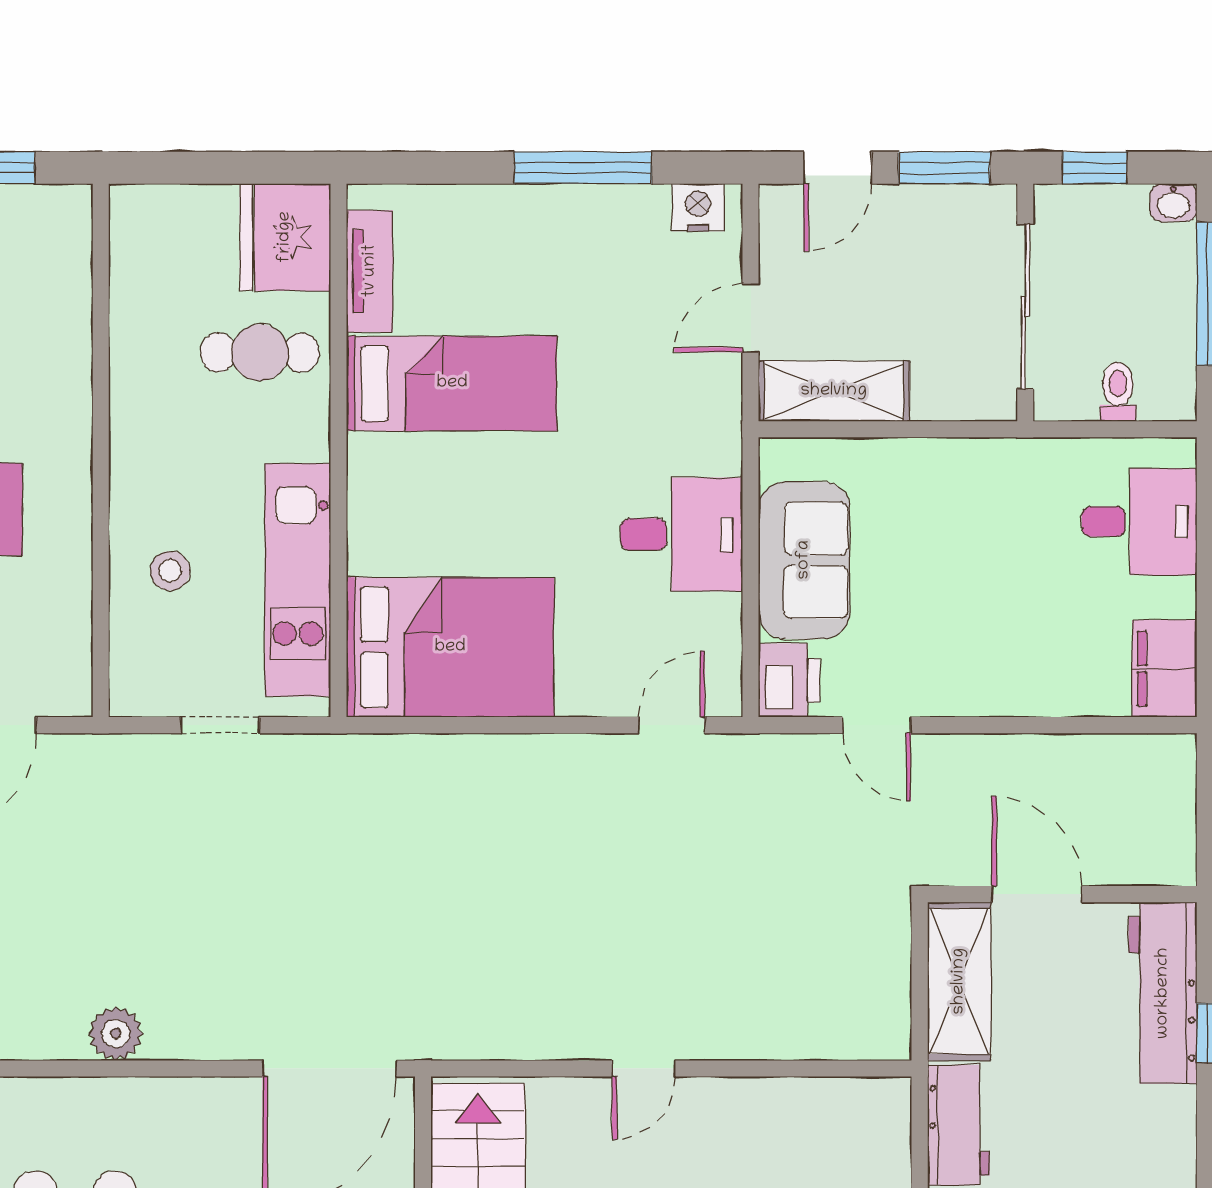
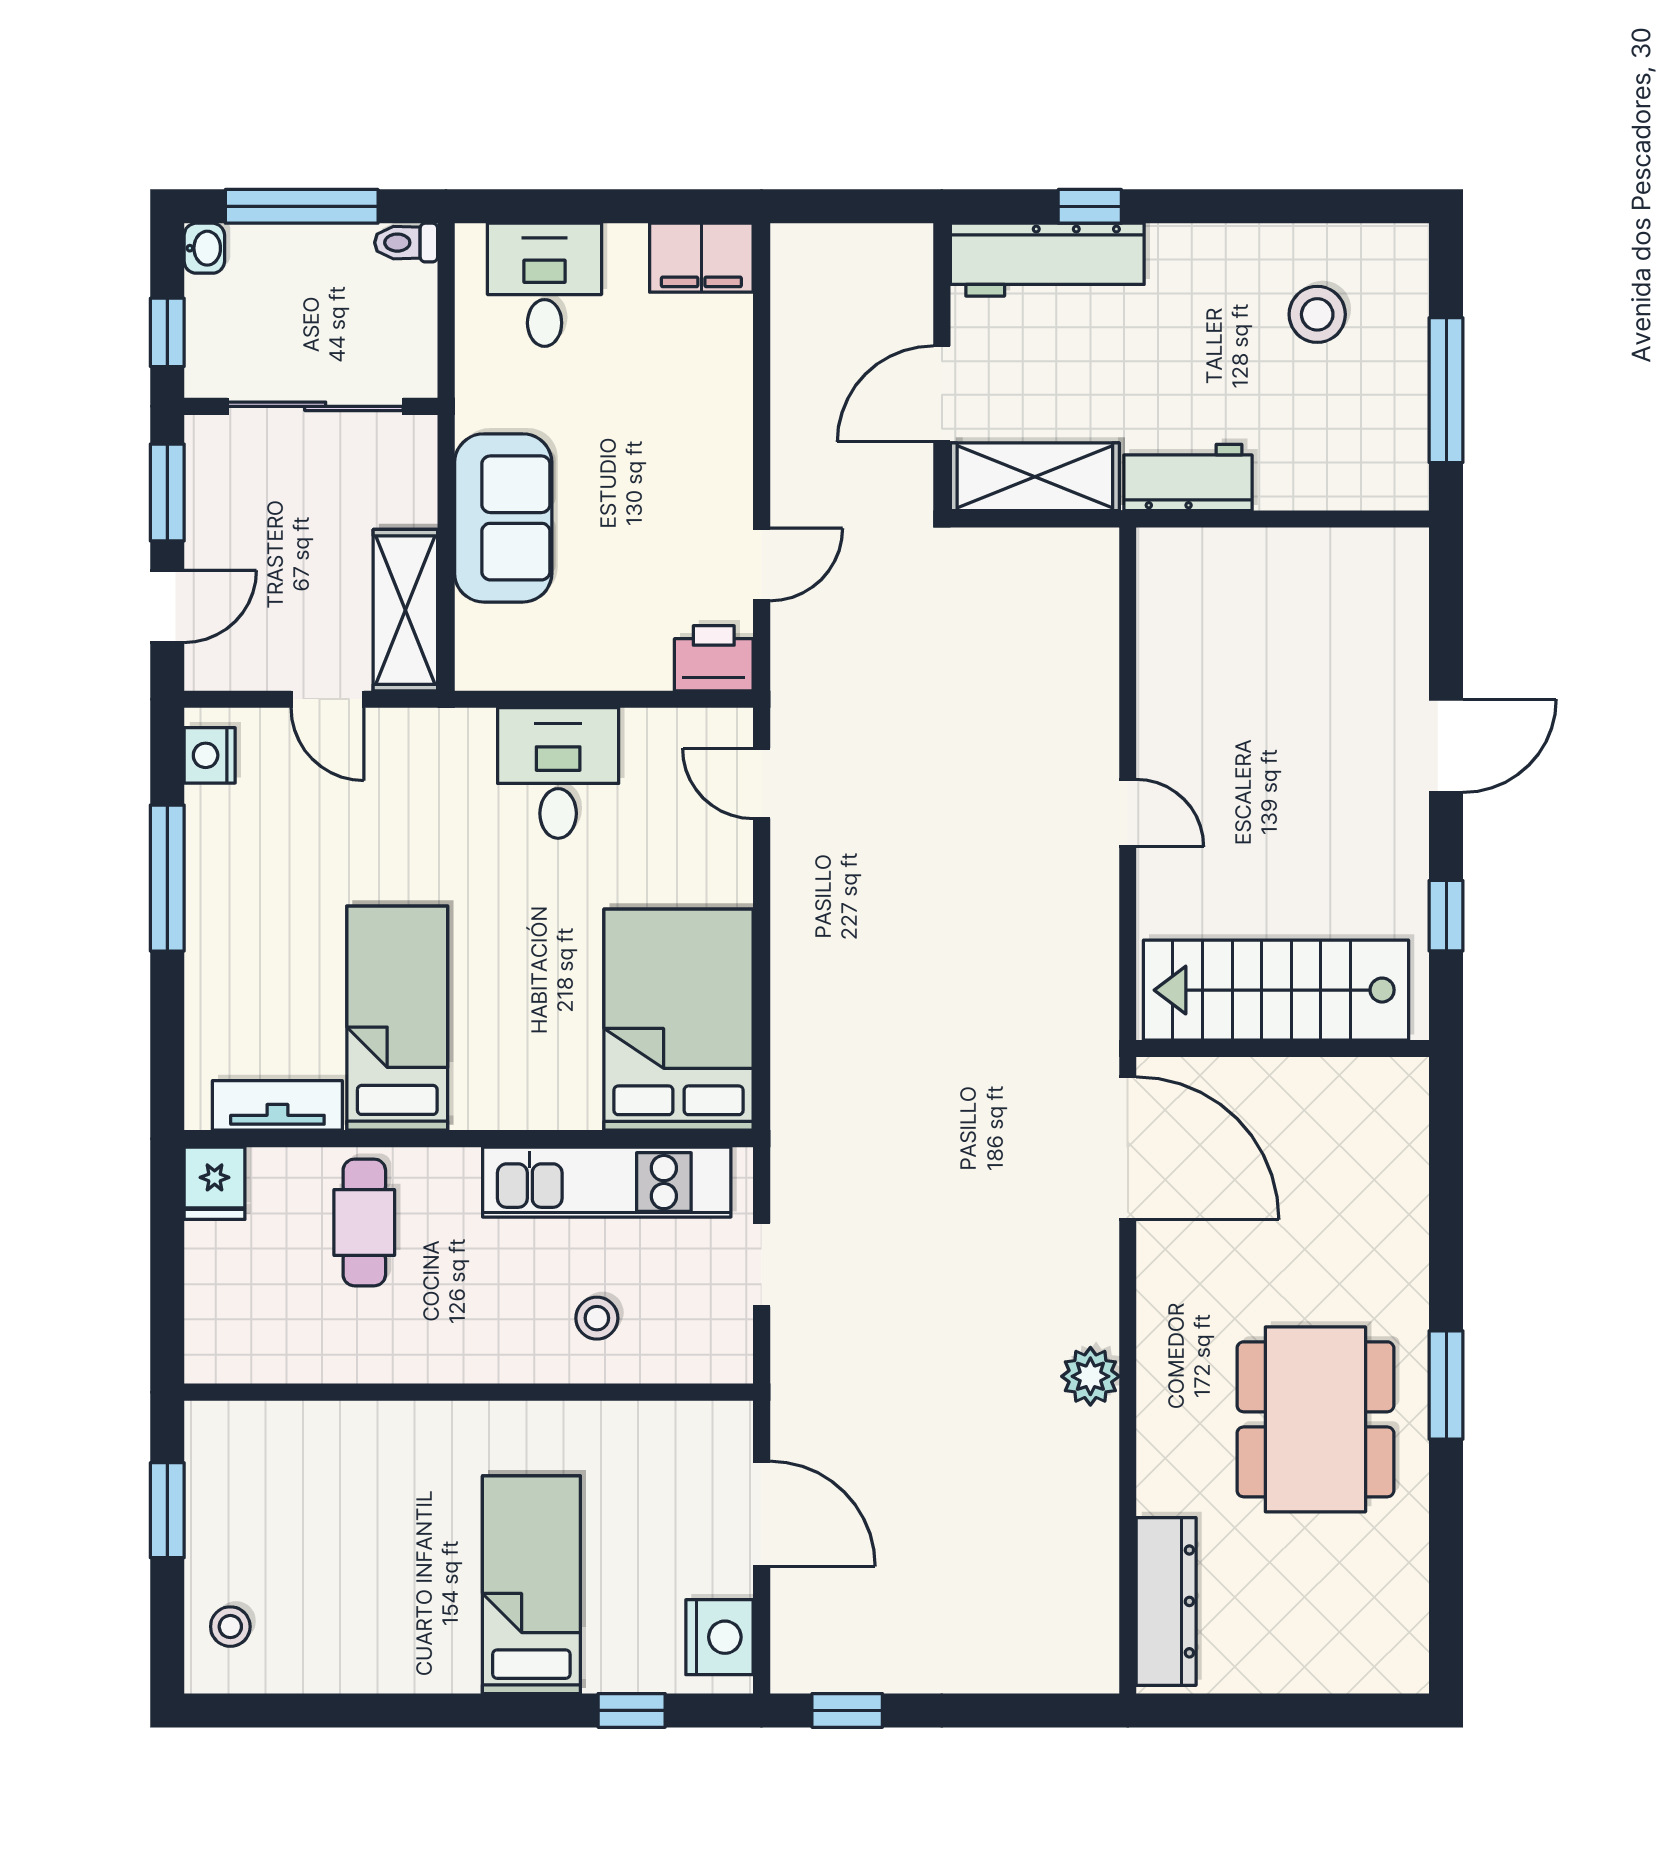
door: (838, 168) -> (167, 606), hinge flipped
fridge: (285, 237) -> (215, 1183), width x0.53, depth x0.75
toilet: (1118, 392) -> (406, 243), moved
sofa: (804, 560) -> (503, 518), moved, turned 90

